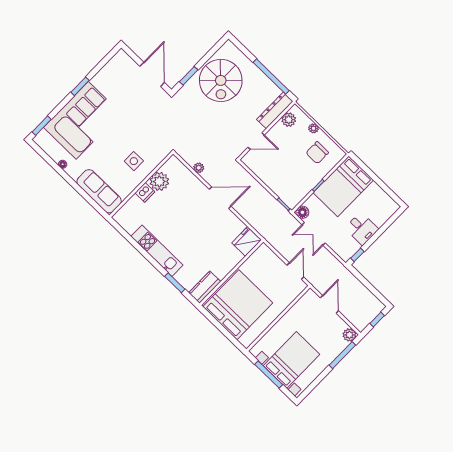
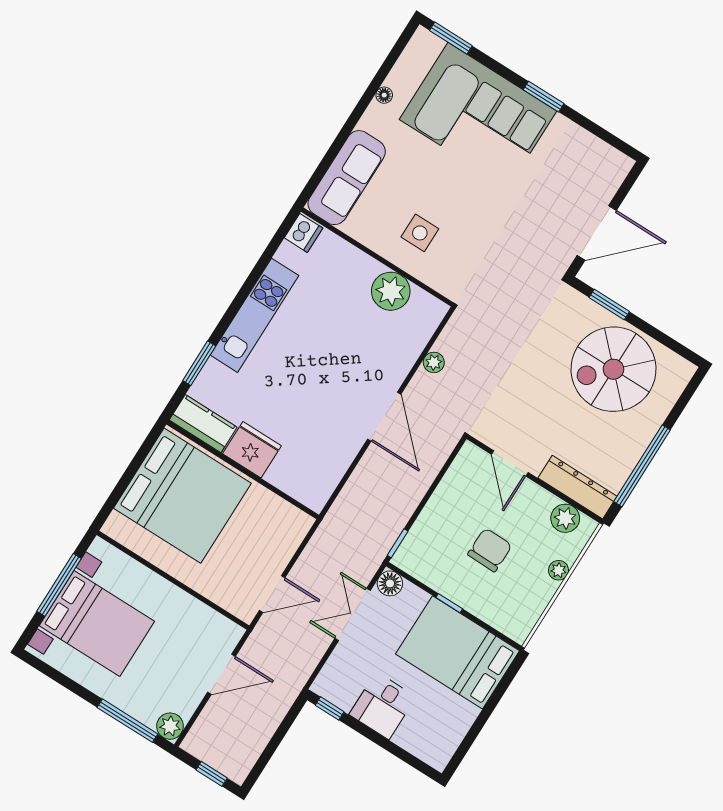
chair: (317, 153) -> (490, 550), moved, turned 91
dishwasher: (145, 192) -> (303, 233), moved, turned -90
fridge: (246, 242) -> (252, 450), moved

